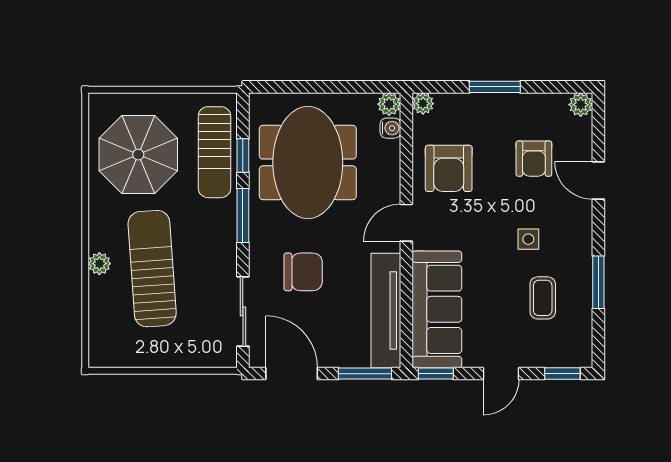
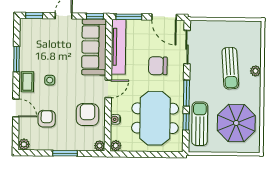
water cooler: (390, 128) -> (115, 119), moved
sun lounger: (152, 269) -> (230, 68), width x0.73, depth x0.75
coffee table: (543, 298) -> (27, 82), moved

